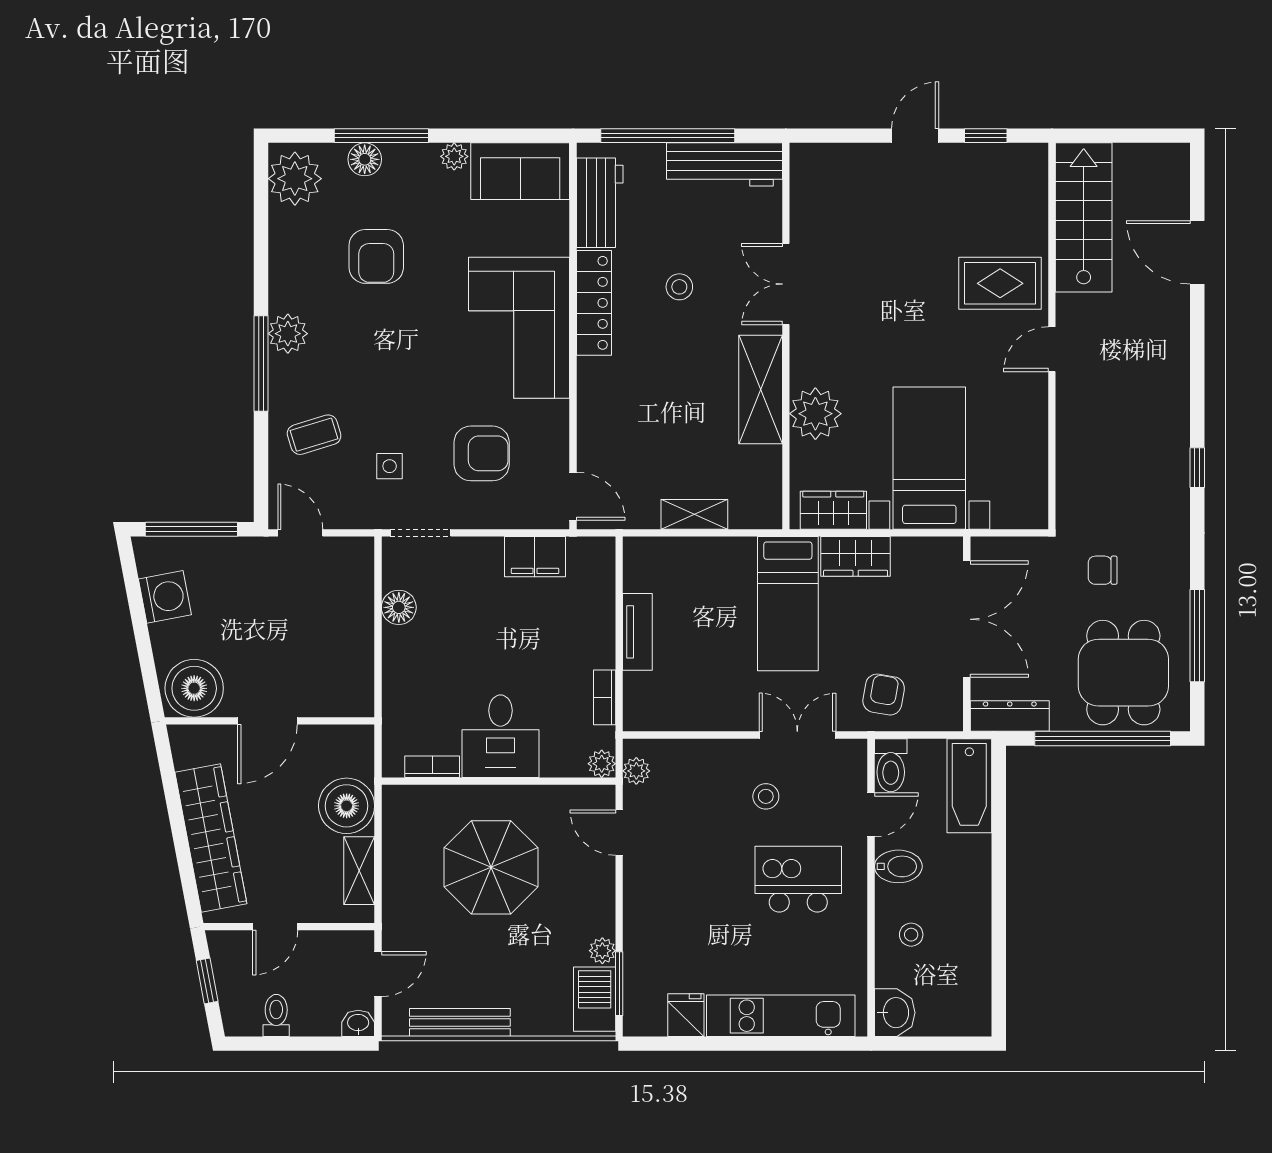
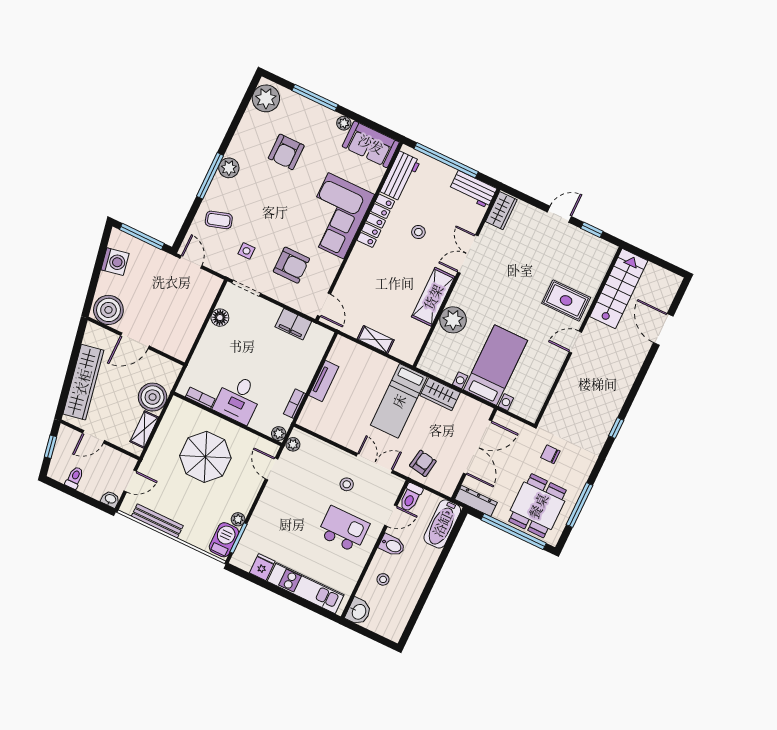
floor lamp: (365, 159) -> (302, 105), removed
workbench: (724, 164) -> (473, 189), width x0.73
wardrobe: (833, 510) -> (501, 211), moved, turned 90

